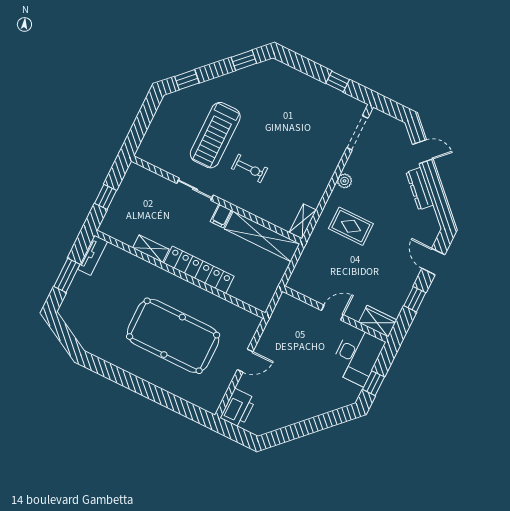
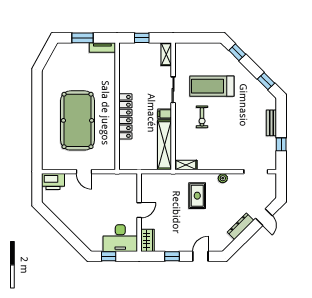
bench: (303, 80) -> (271, 123), added
shelving: (151, 249) -> (166, 54), moved
door: (332, 313) -> (139, 210), hinge flipped

